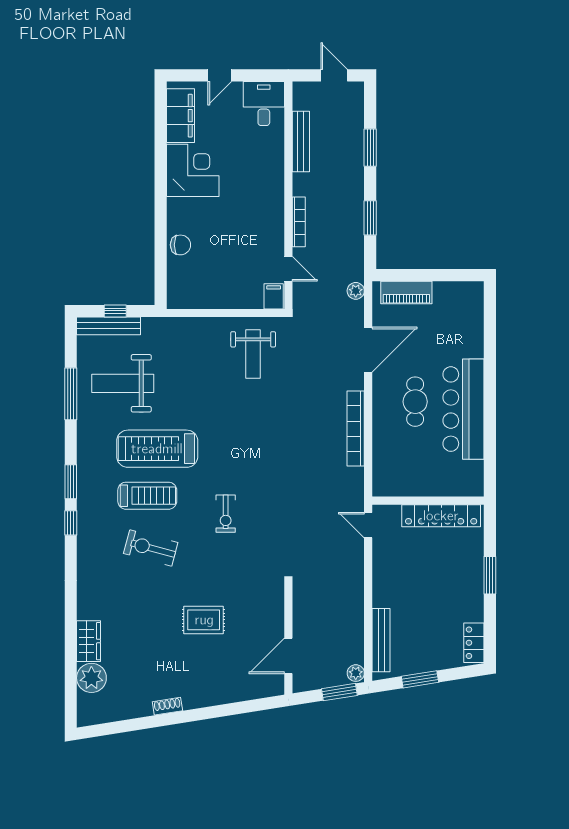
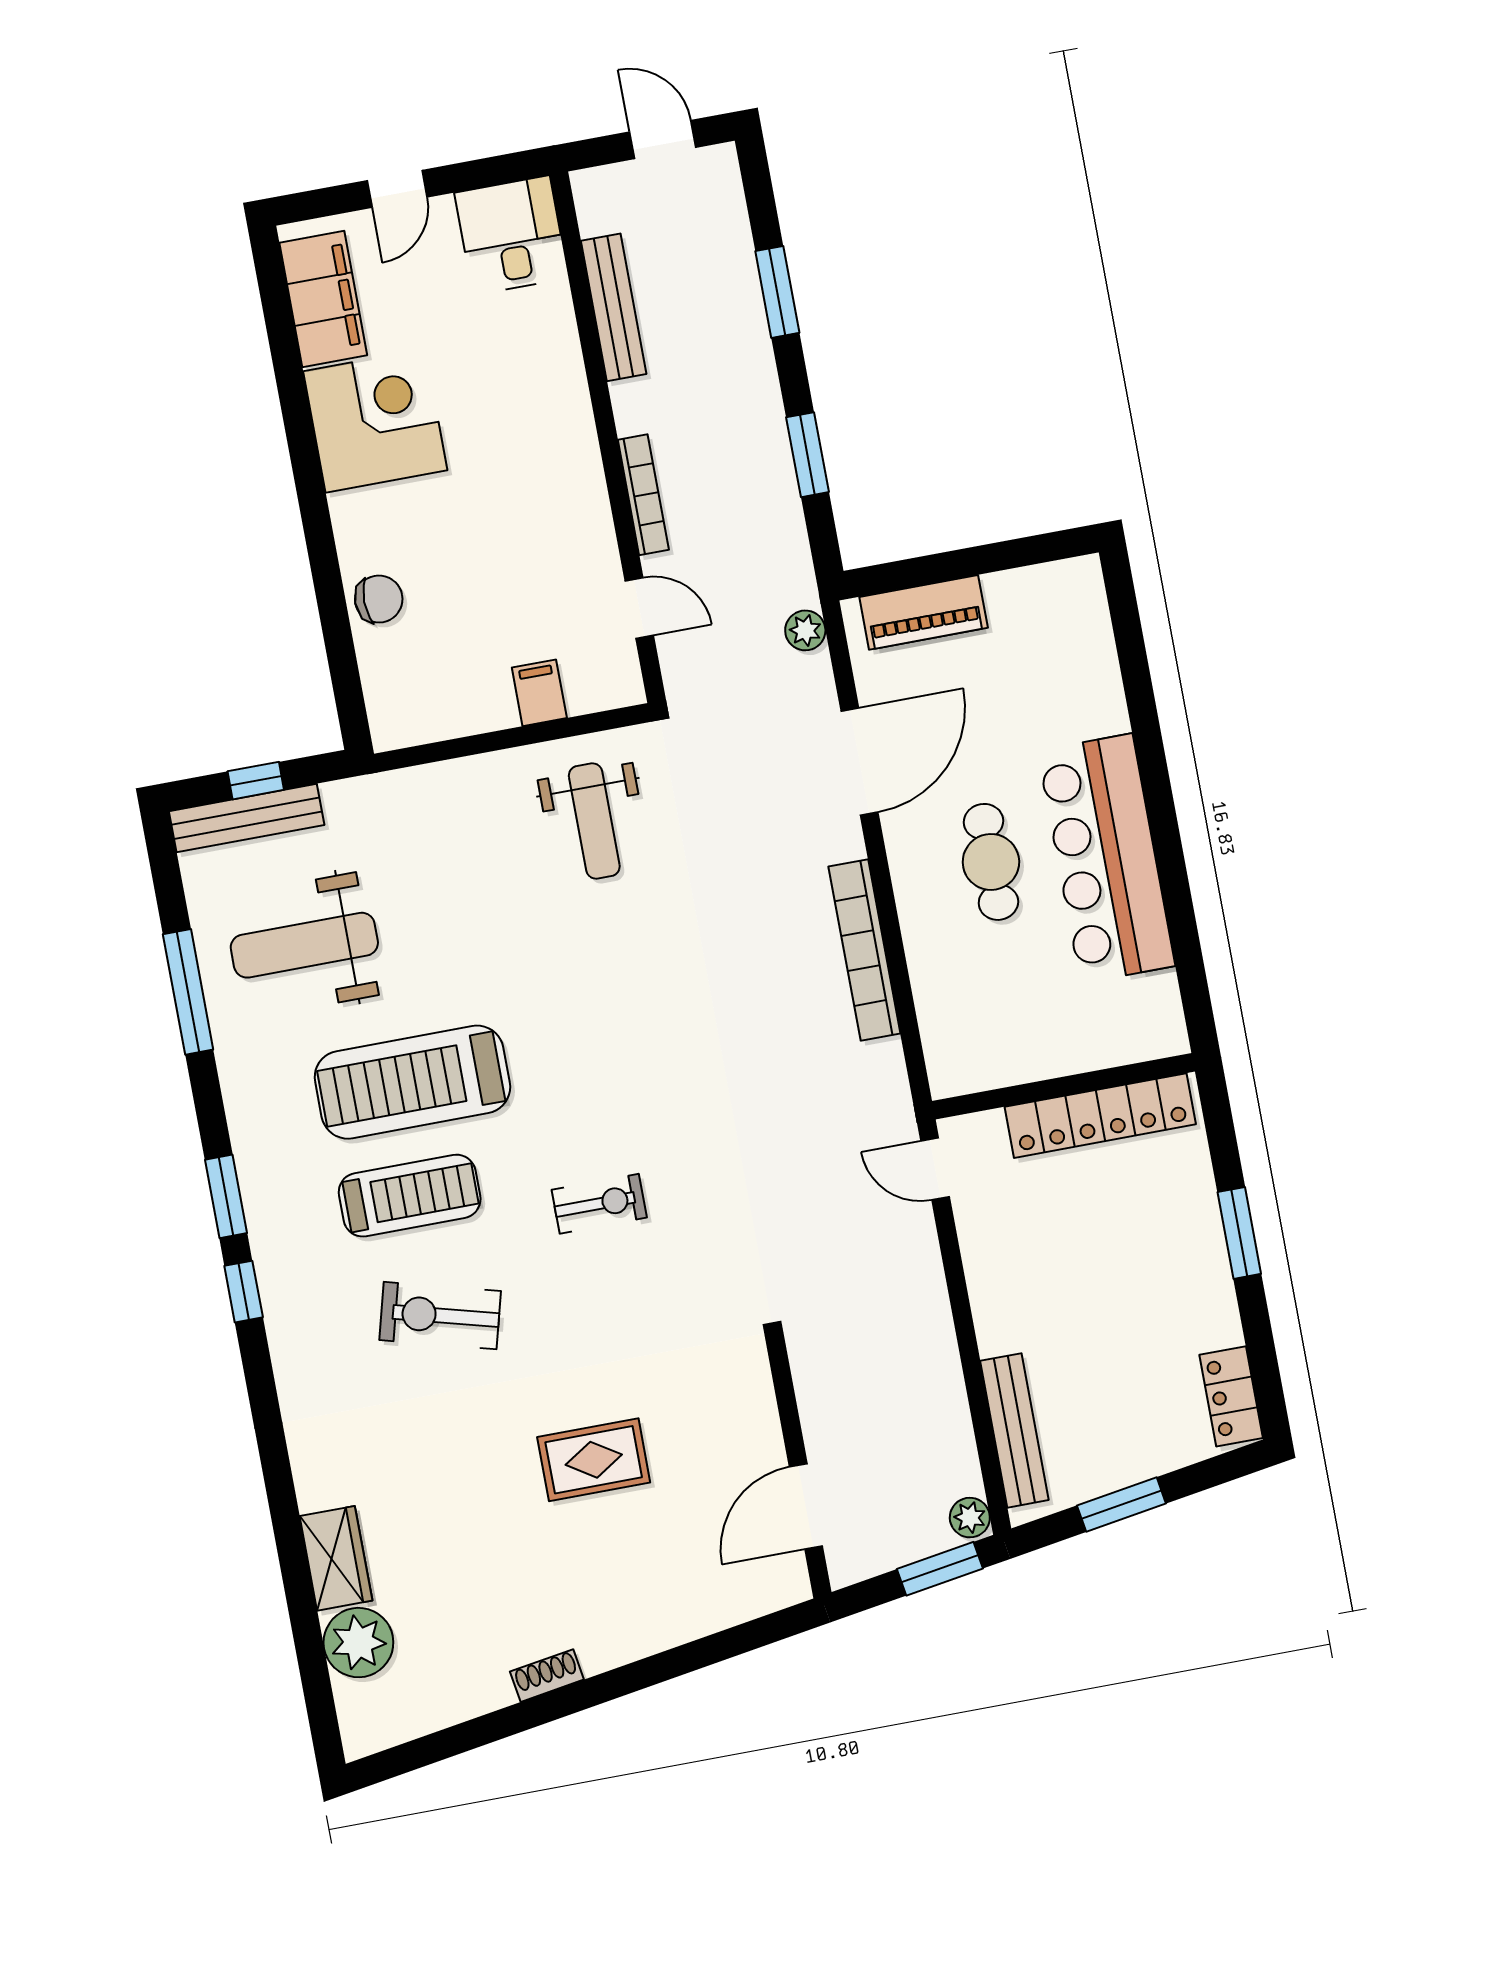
filing cabinet: (274, 296) -> (539, 693), moved
exercise bike: (226, 514) -> (599, 1204), turned -90

